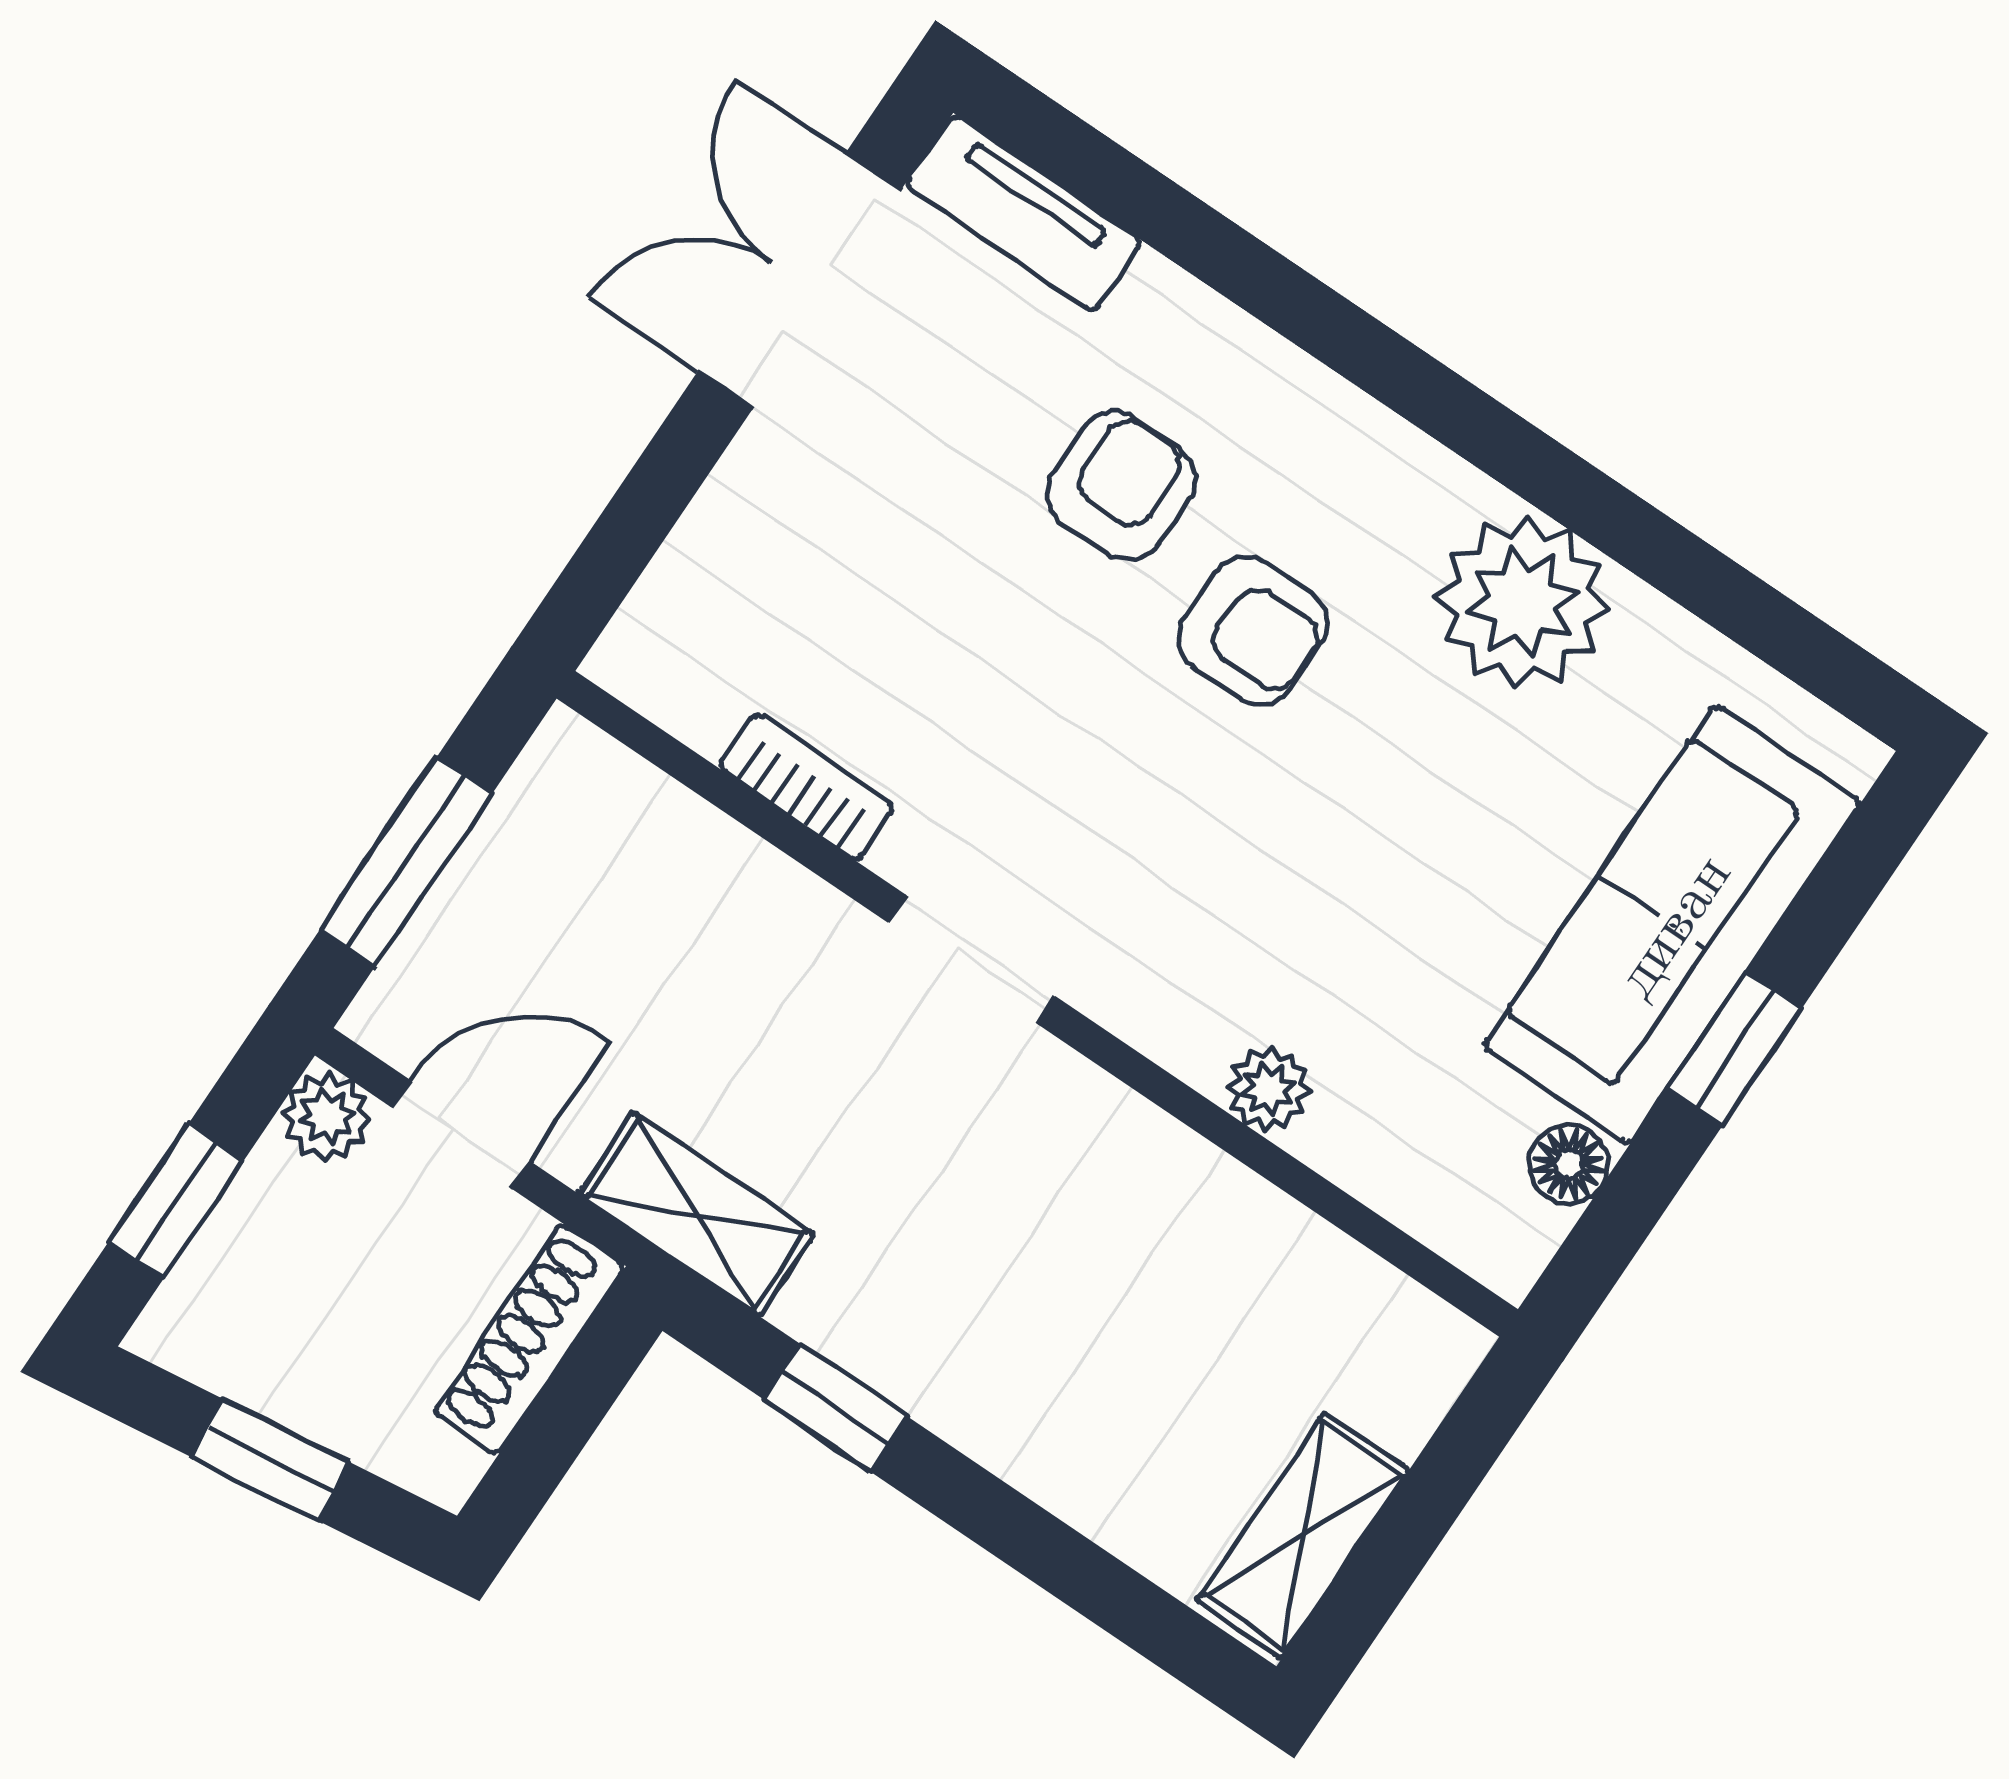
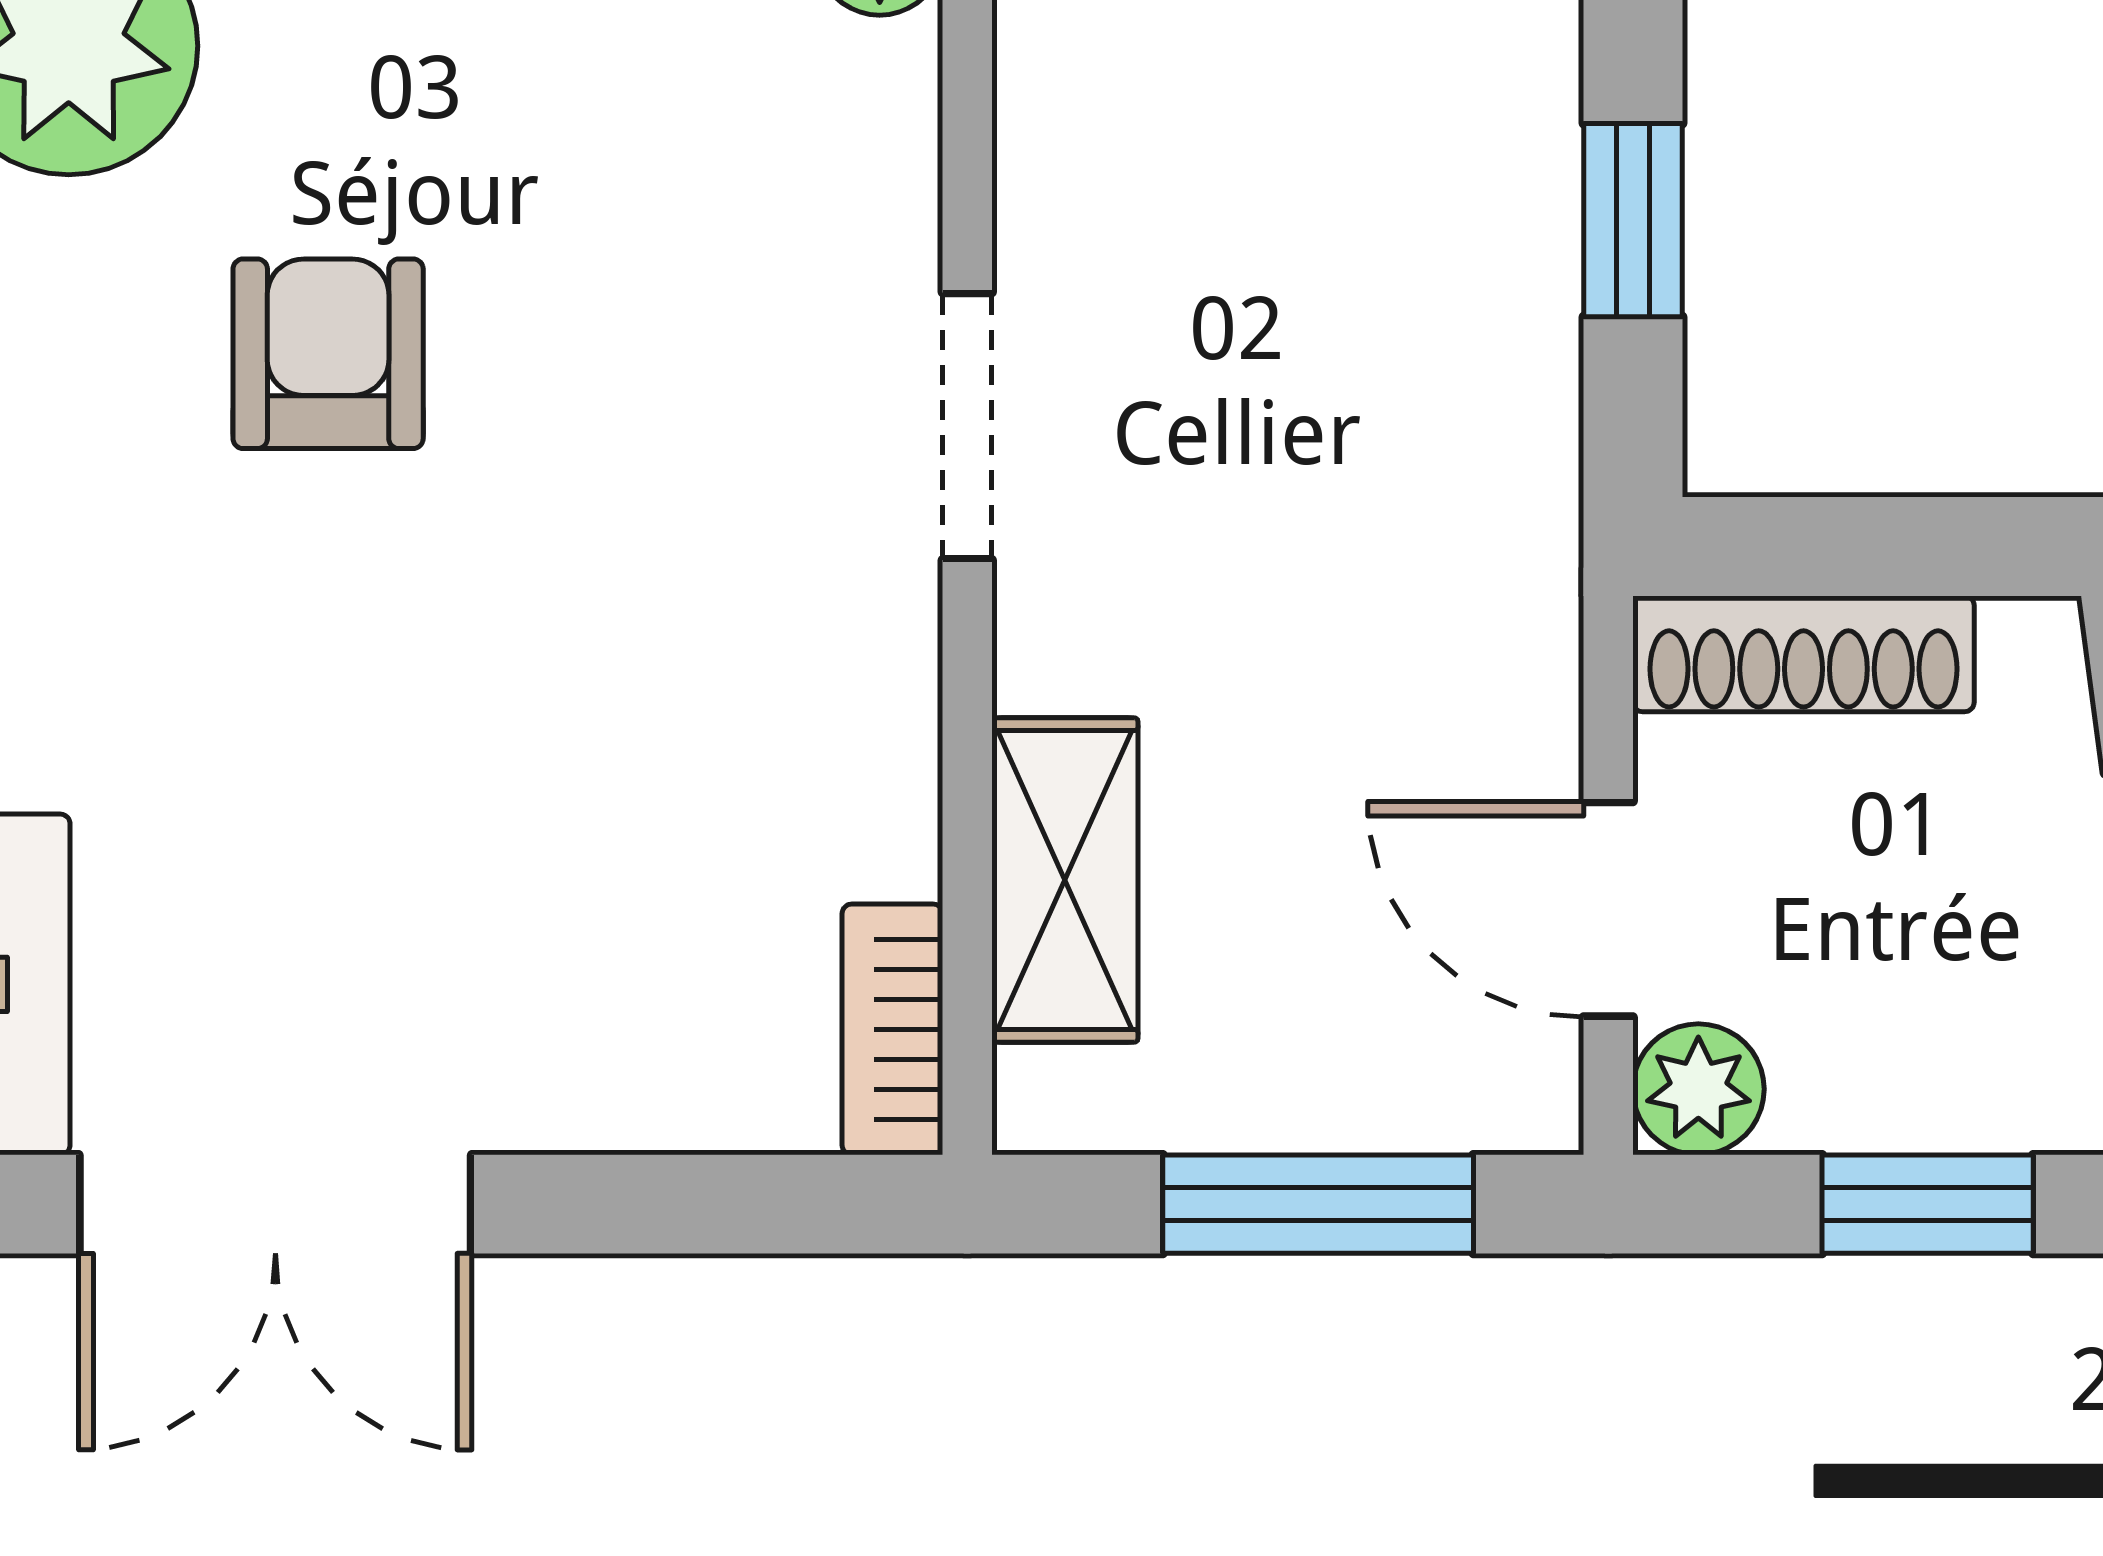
armchair: (1121, 486) -> (259, 637), removed
bookcase: (807, 787) -> (892, 1029), moved
shelving: (696, 1214) -> (1065, 880), moved

